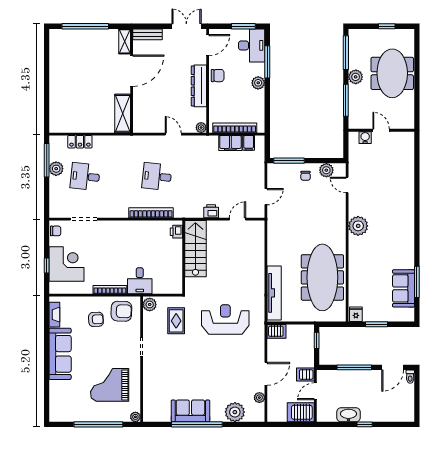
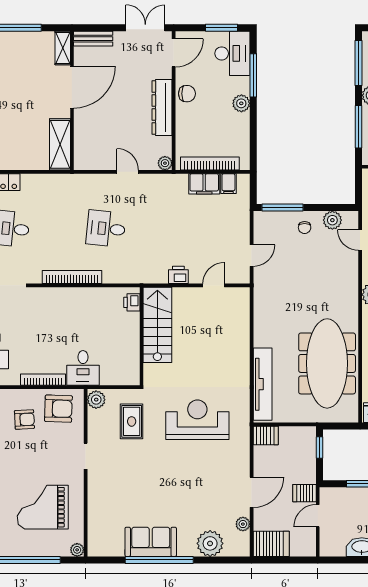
bookcase: (151, 213) -> (72, 277), moved
server rack: (301, 412) -> (271, 544), moved, turned 180

